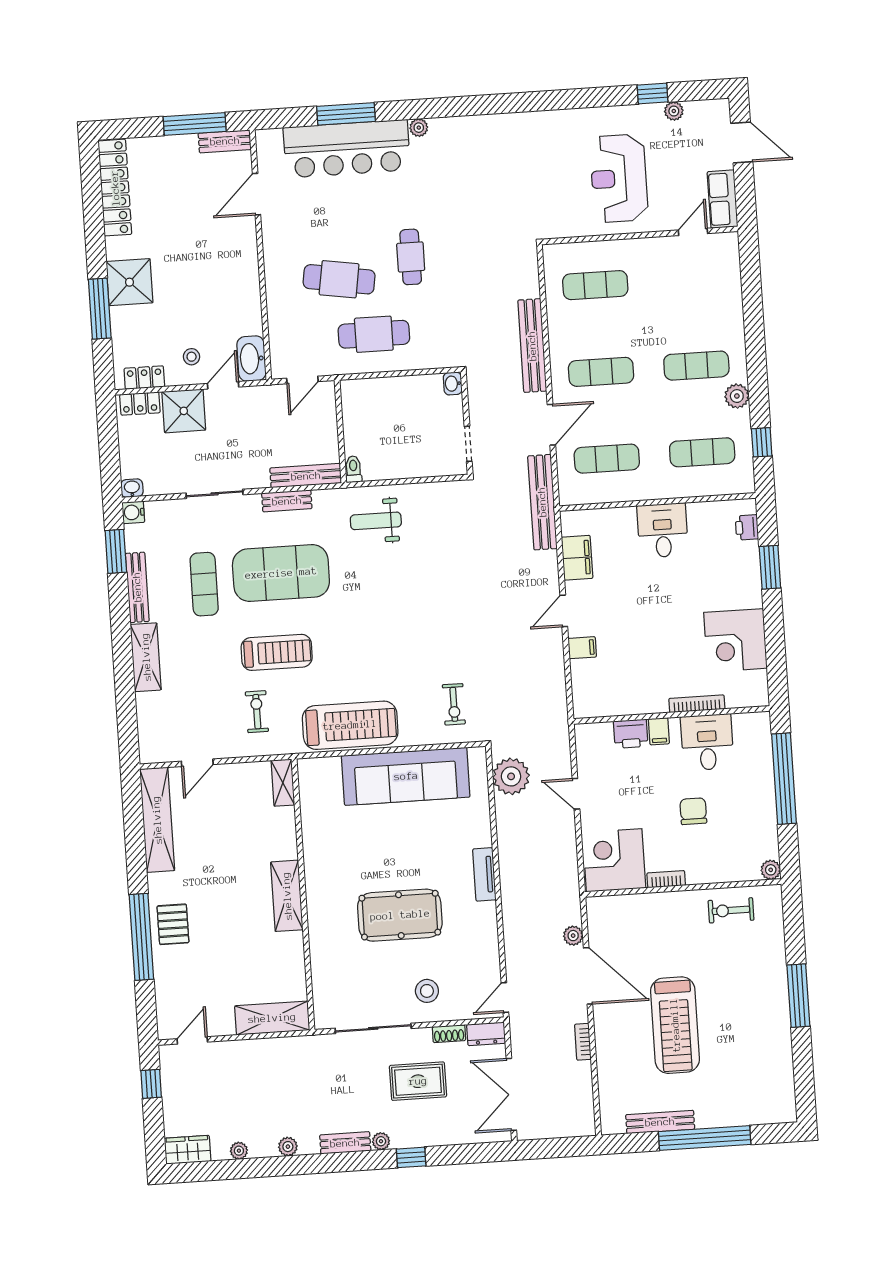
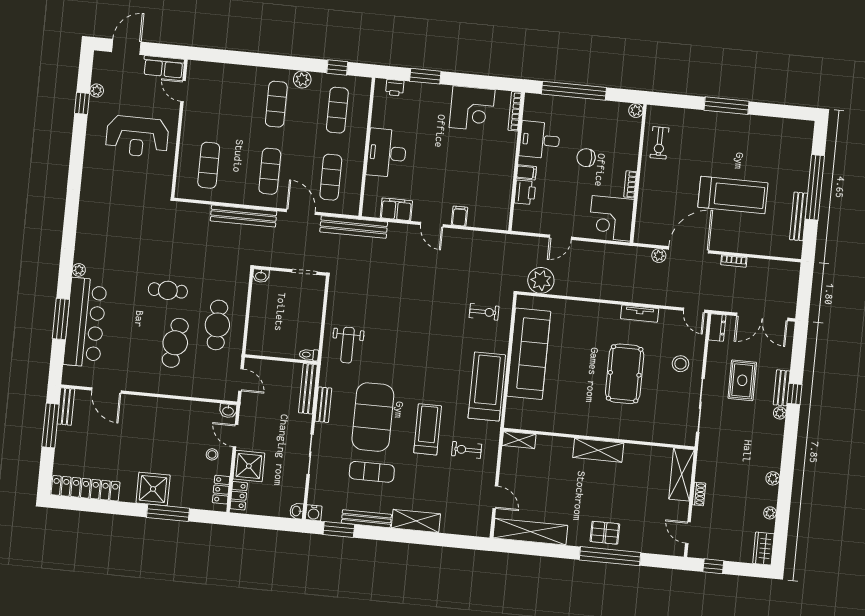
washbasin: (251, 359) -> (228, 411), width x0.52, depth x0.69
desk: (663, 530) -> (387, 153), width x1.37
bookcase: (697, 704) -> (515, 111), moved
tv unit: (484, 874) -> (640, 314), moved
shoe rack: (449, 1034) -> (699, 494), moved
bench: (345, 1143) -> (782, 388), moved

